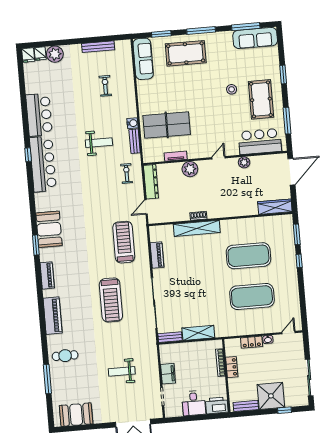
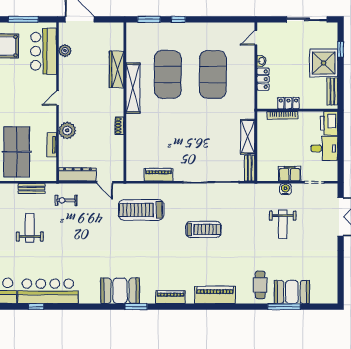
water cooler: (132, 123) -> (285, 189), moved
door: (219, 158) -> (58, 98), hinge flipped
plant: (244, 162) -> (65, 51), moved
wardrobe: (275, 207) -> (117, 69), moved
shelving: (197, 228) -> (133, 88), moved
treadmill: (111, 300) -> (203, 229), width x0.73, depth x0.73
door: (289, 333) -> (256, 38), hinge flipped
booth: (76, 415) -> (292, 292), moved, turned 90

